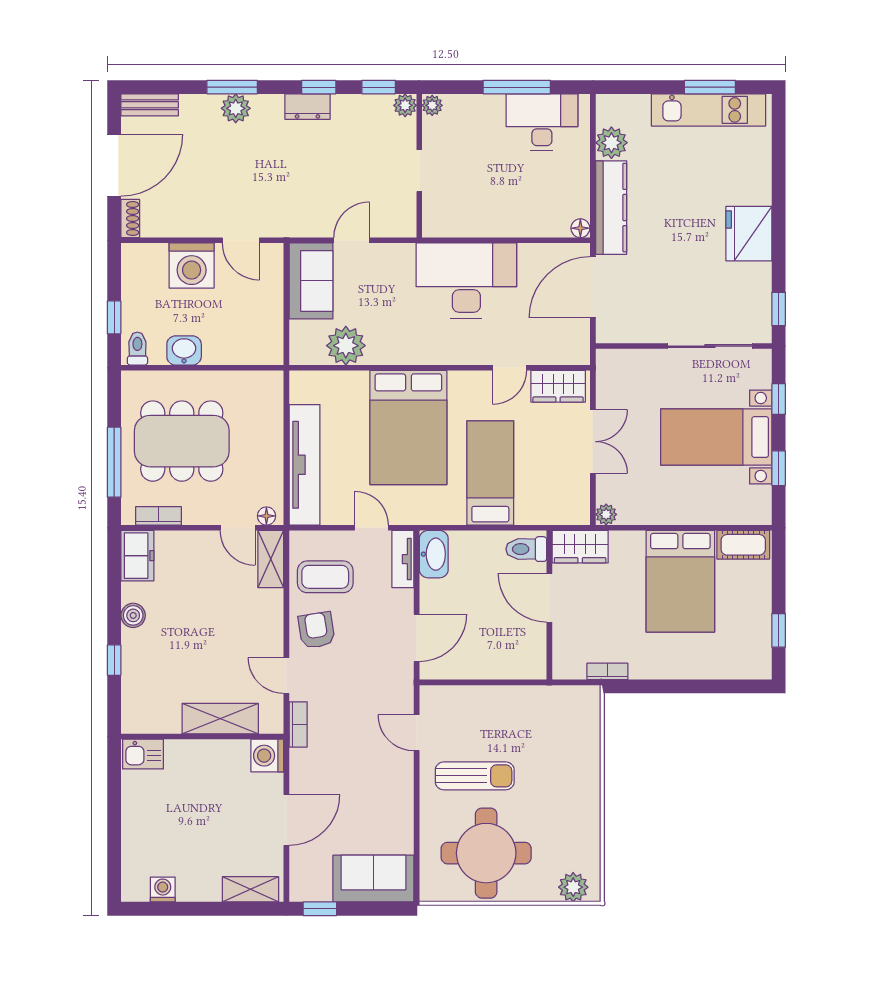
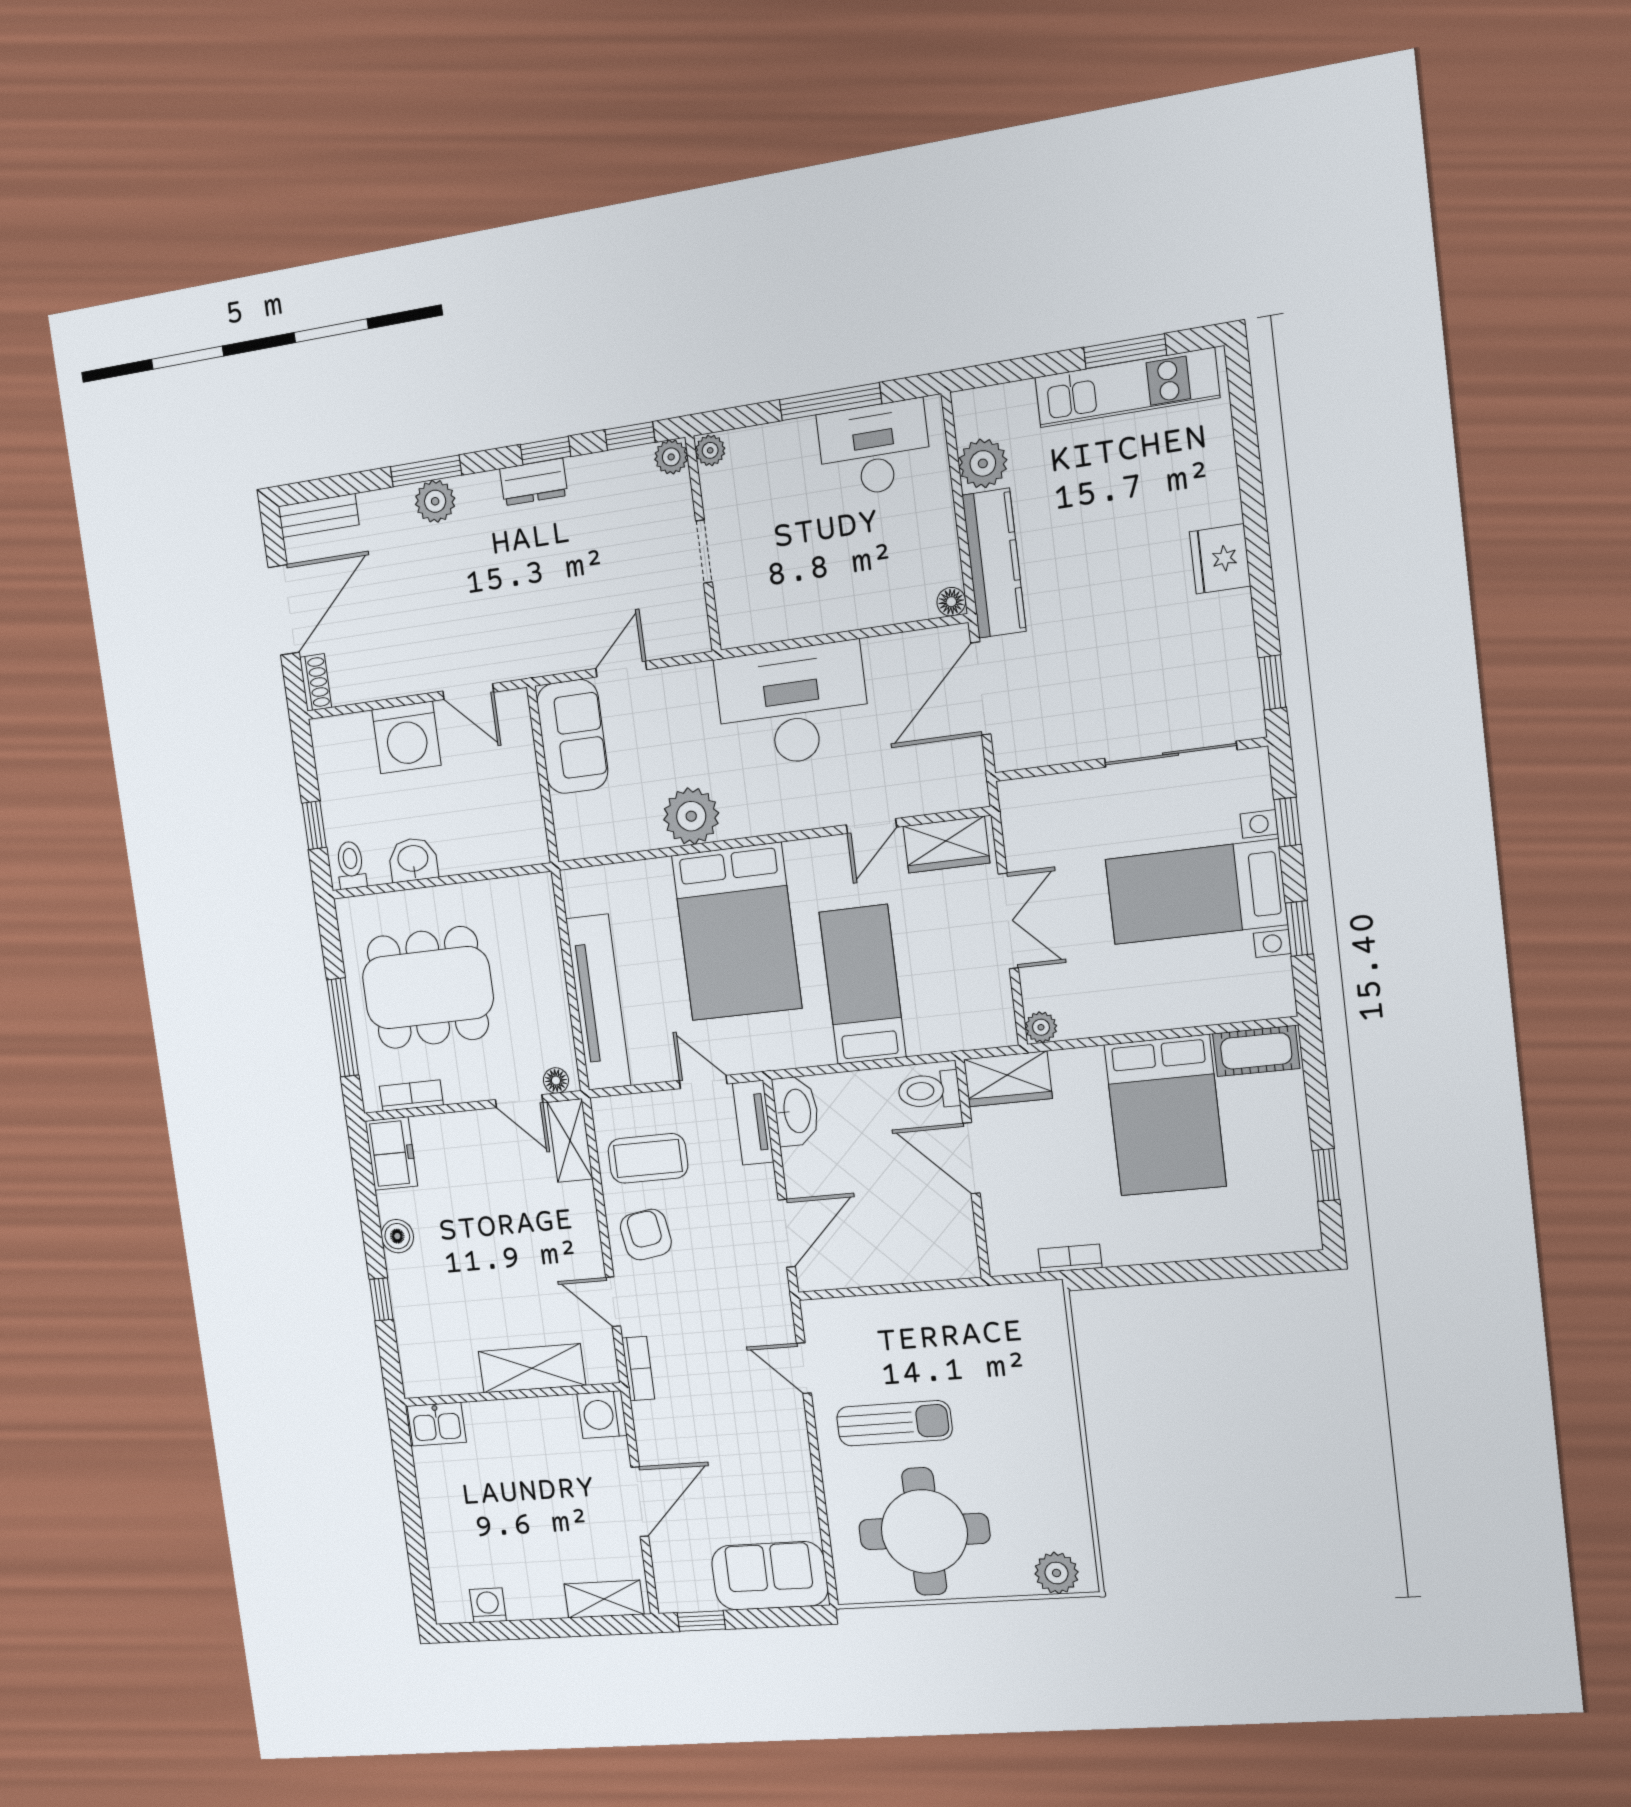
fridge: (749, 234) -> (1220, 559), width x0.73, depth x0.75
plant: (346, 346) -> (691, 816), moved

